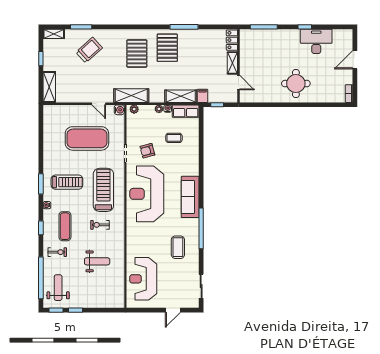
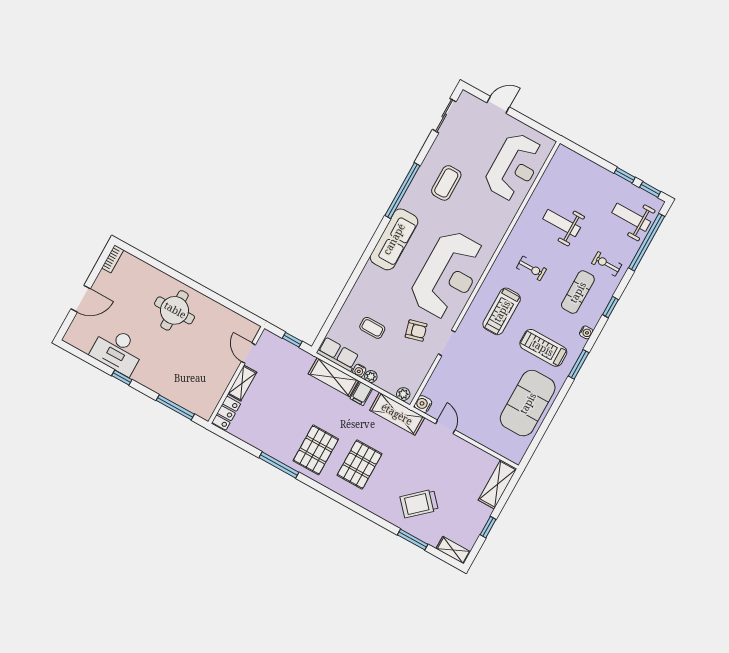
filing cabinet: (202, 96) -> (361, 393), moved
exercise mat: (87, 138) -> (528, 403), moved, turned 90
treadmill: (103, 190) -> (502, 311), width x0.73, depth x0.73
weight bench: (58, 288) -> (631, 217), turned 90

